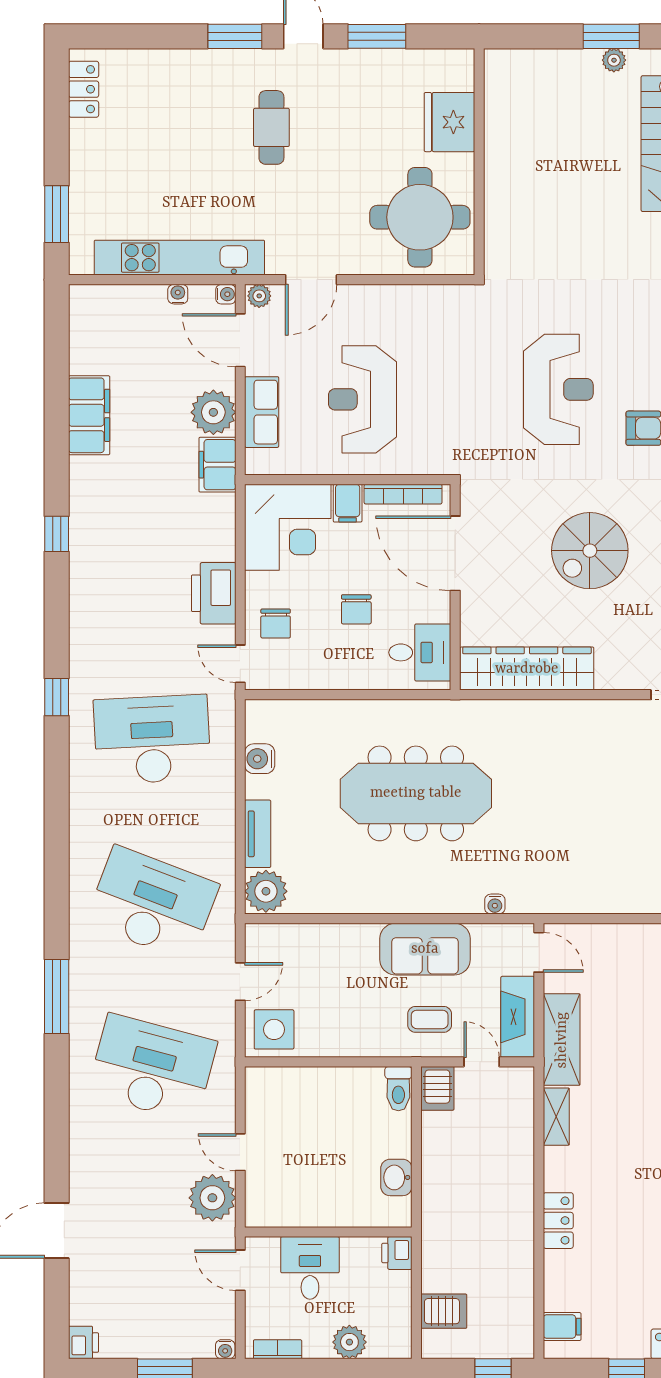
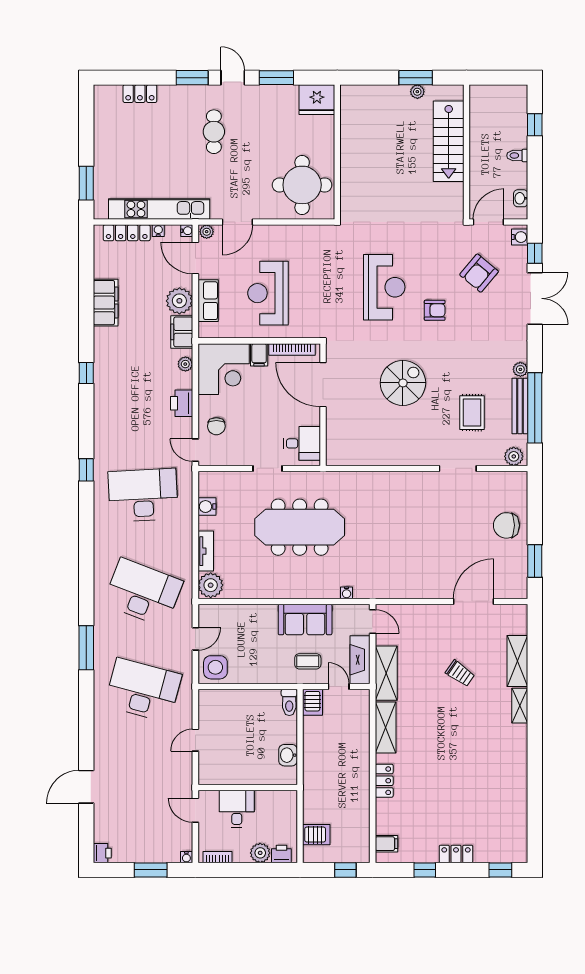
locker: (84, 89) -> (140, 94), moved, turned 90
fridge: (449, 122) -> (317, 100), moved, turned -90
locker: (125, 298) -> (127, 233), added
spiral stairs: (590, 551) -> (403, 383), turned 180
printer: (214, 593) -> (182, 403), width x0.73, depth x0.84
chair: (356, 609) -> (264, 418), removed
wardrobe: (527, 669) -> (366, 453), removed
doorway: (362, 695) -> (267, 468), added
shelving: (556, 1117) -> (386, 728), width x1.50, depth x1.33
door: (240, 1152) -> (195, 740), hinge flipped
plant: (212, 1198) -> (185, 364), moved, width x0.53, depth x0.53
printer: (397, 1253) -> (281, 854), moved, turned 90

